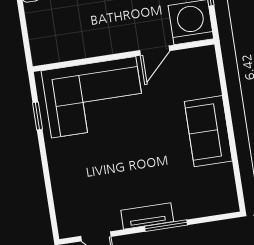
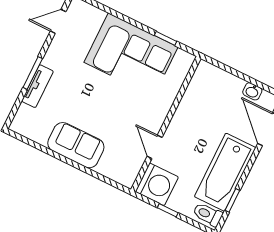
corner sofa: (94, 97) -> (131, 55), moved, turned -90
tv unit: (147, 216) -> (37, 86), moved

